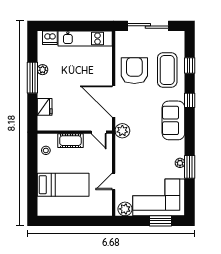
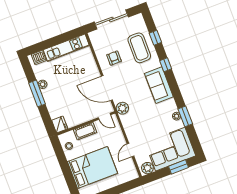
armchair: (134, 71) -> (114, 58), width x0.53, depth x0.53
fridge: (45, 107) -> (60, 124), moved
bed: (63, 185) -> (92, 167), width x1.50

